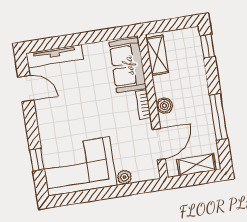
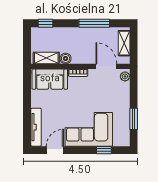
boiler: (164, 106) -> (66, 58), moved
corner sofa: (79, 166) -> (89, 129), moved, turned 90
plant: (124, 177) -> (125, 76), moved
window: (89, 196) -> (134, 119), added

